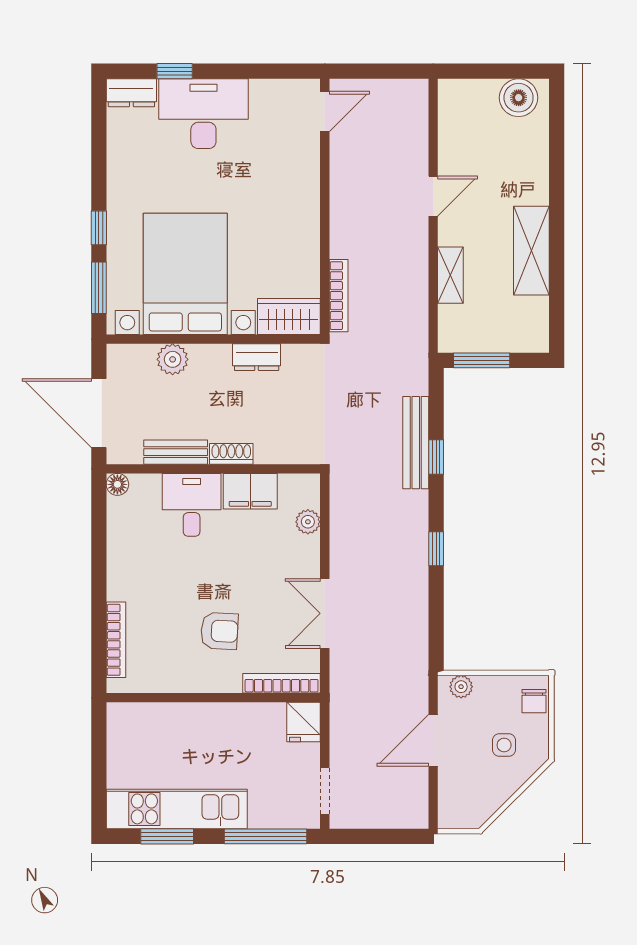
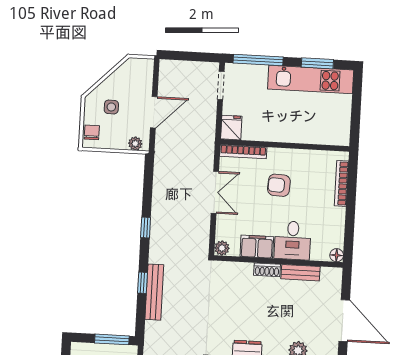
bench: (176, 452) -> (301, 273), moved
shoe rack: (231, 454) -> (267, 270), moved
wall: (213, 469) -> (278, 261), moved
floor lamp: (117, 484) -> (337, 255), moved
filing cabinet: (250, 491) -> (257, 247), moved
desk: (192, 505) -> (293, 240), moved

